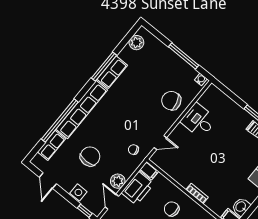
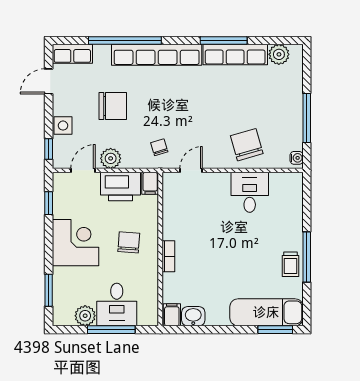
row of seats: (112, 72) -> (235, 54), width x1.48
door: (160, 143) -> (191, 170), swing flipped
row of seats: (51, 145) -> (72, 54), moved

